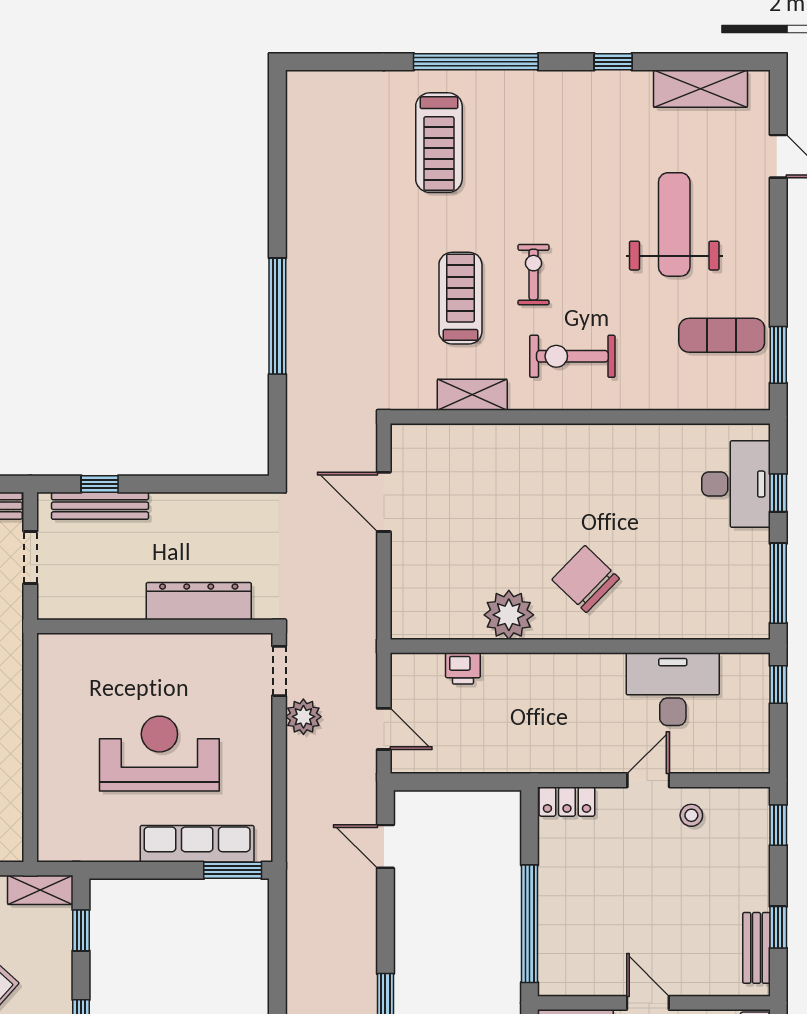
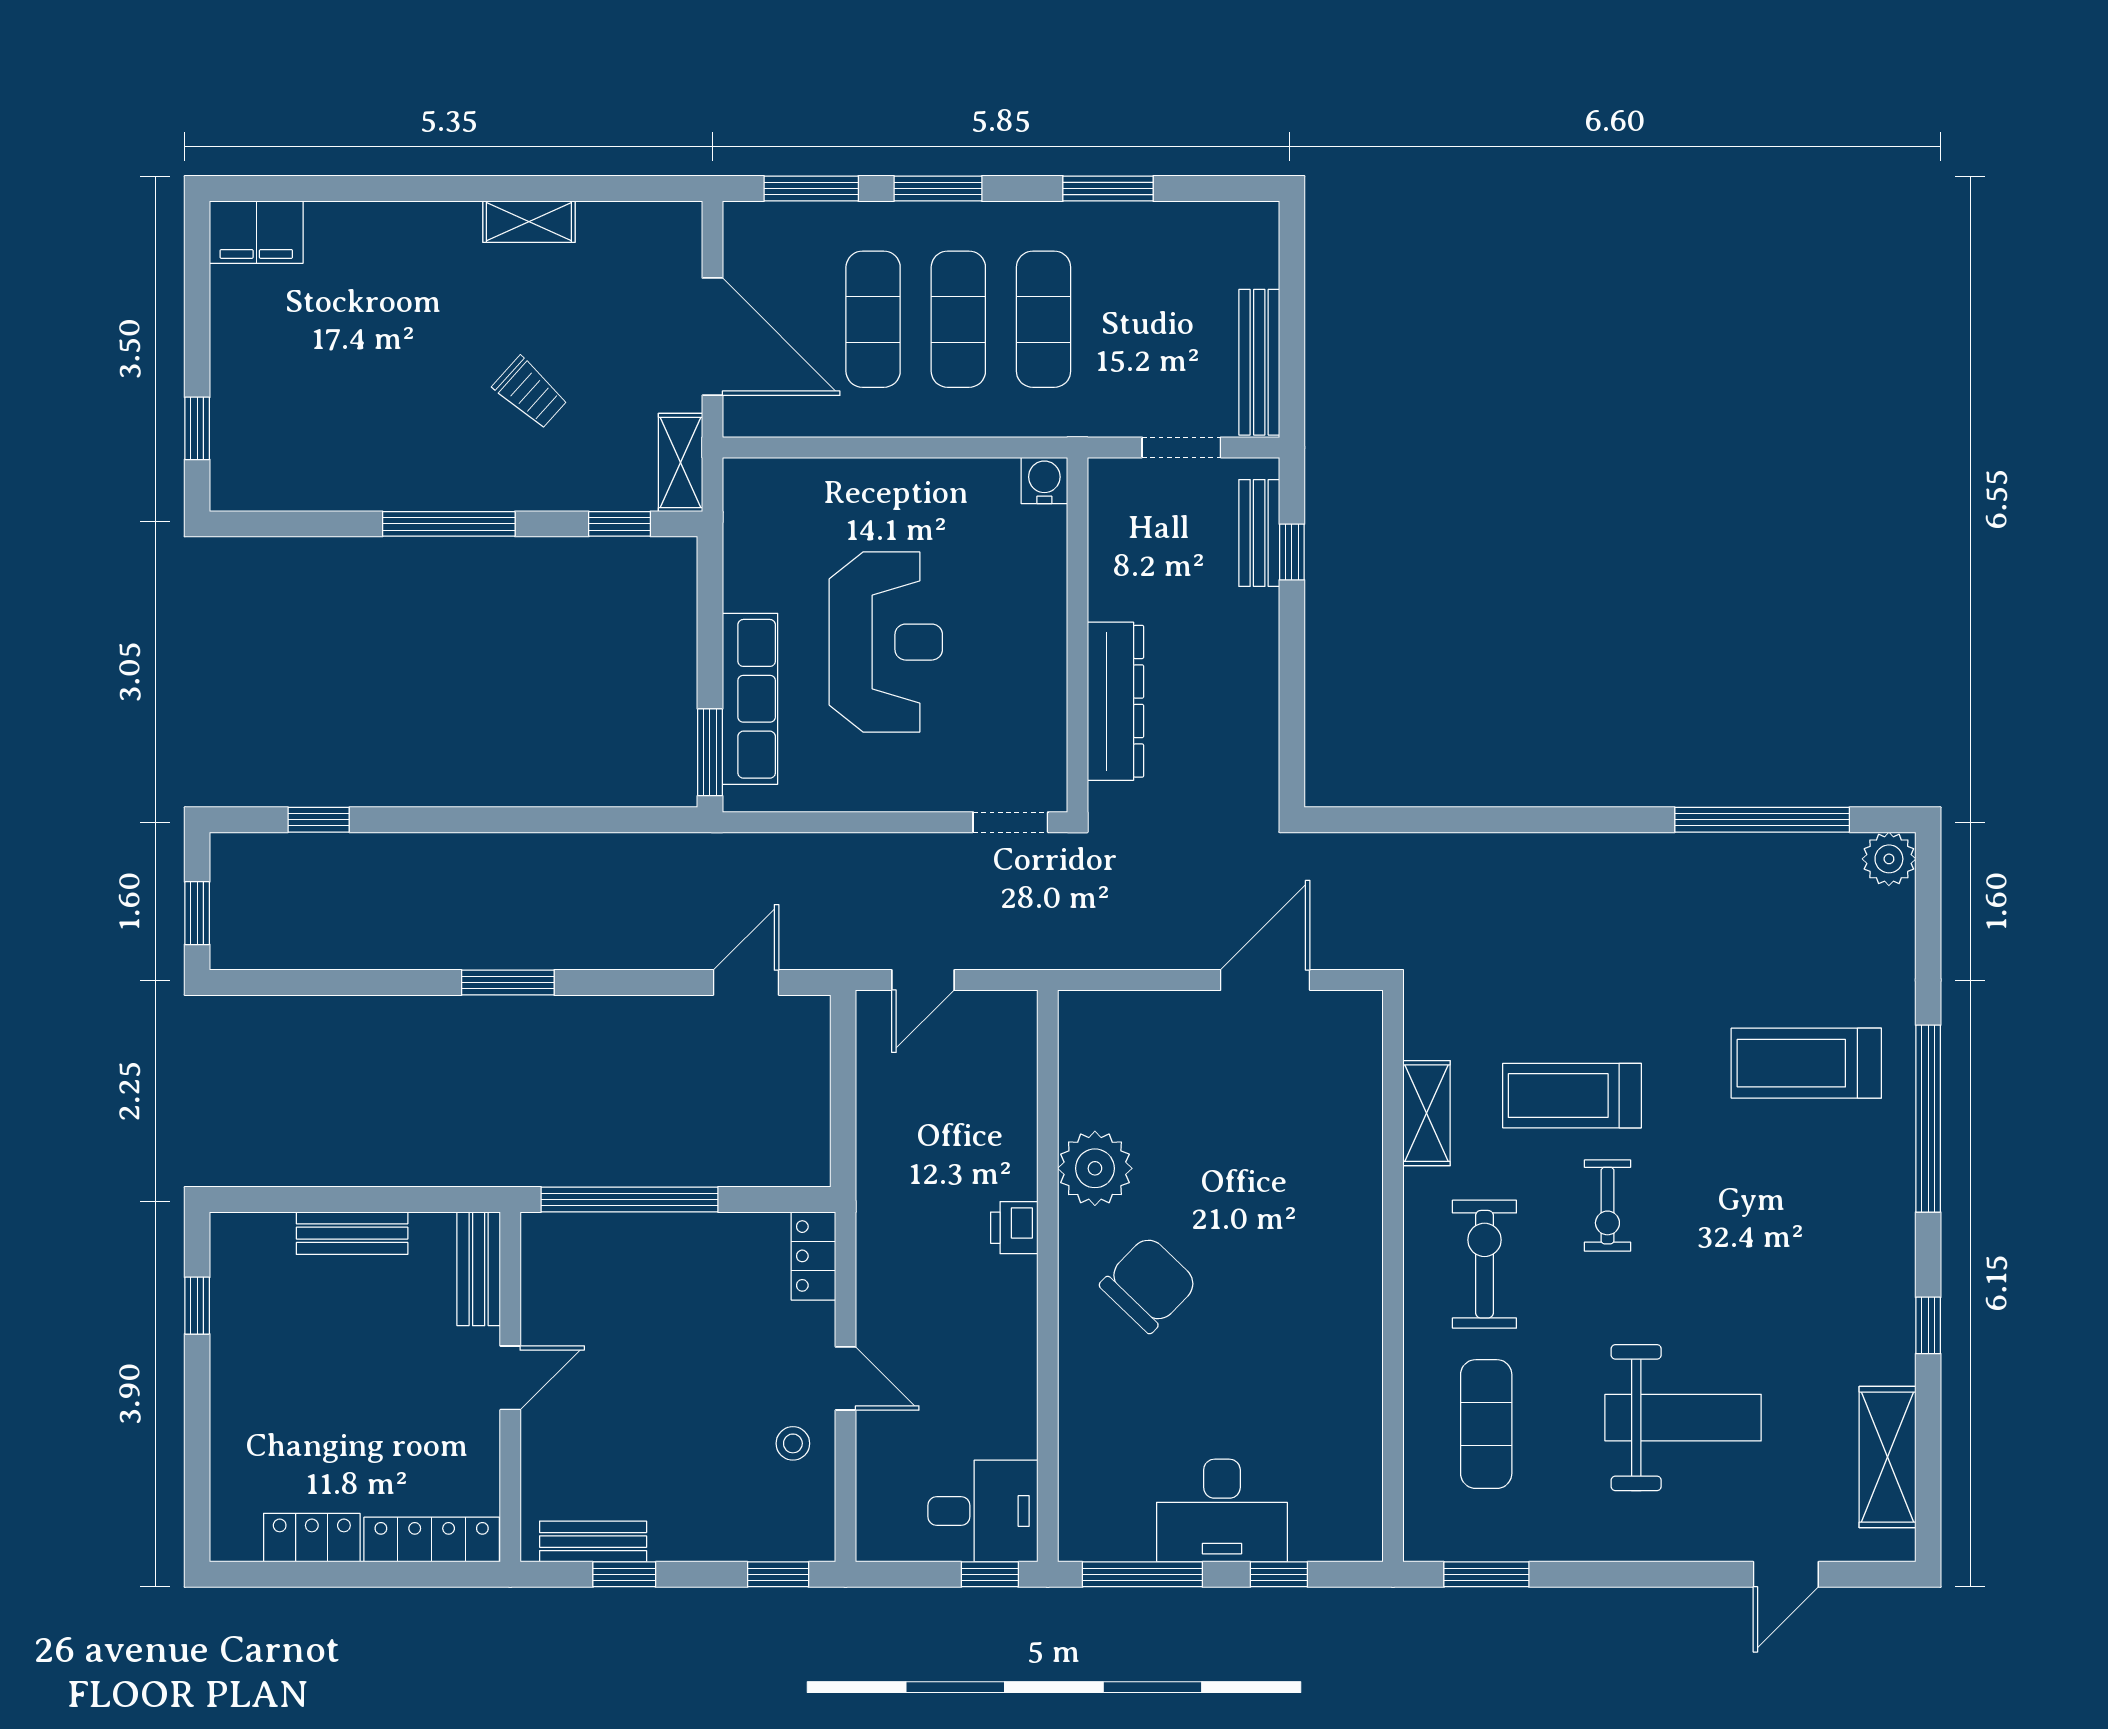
exercise bike: (534, 275) -> (1607, 1206), turned 90
treadmill: (460, 298) -> (1572, 1096), turned 180
window: (277, 316) -> (1762, 820), moved
exercise mat: (722, 335) -> (1486, 1424), moved
desk: (736, 484) -> (1222, 1511), moved
bench: (100, 506) -> (1259, 533), width x0.73
water cooler: (52, 648) -> (1044, 480), added
printer: (463, 668) -> (1014, 1228), moved
desk: (673, 689) -> (983, 1511), moved, width x0.73
plant: (303, 717) -> (1889, 859), moved

